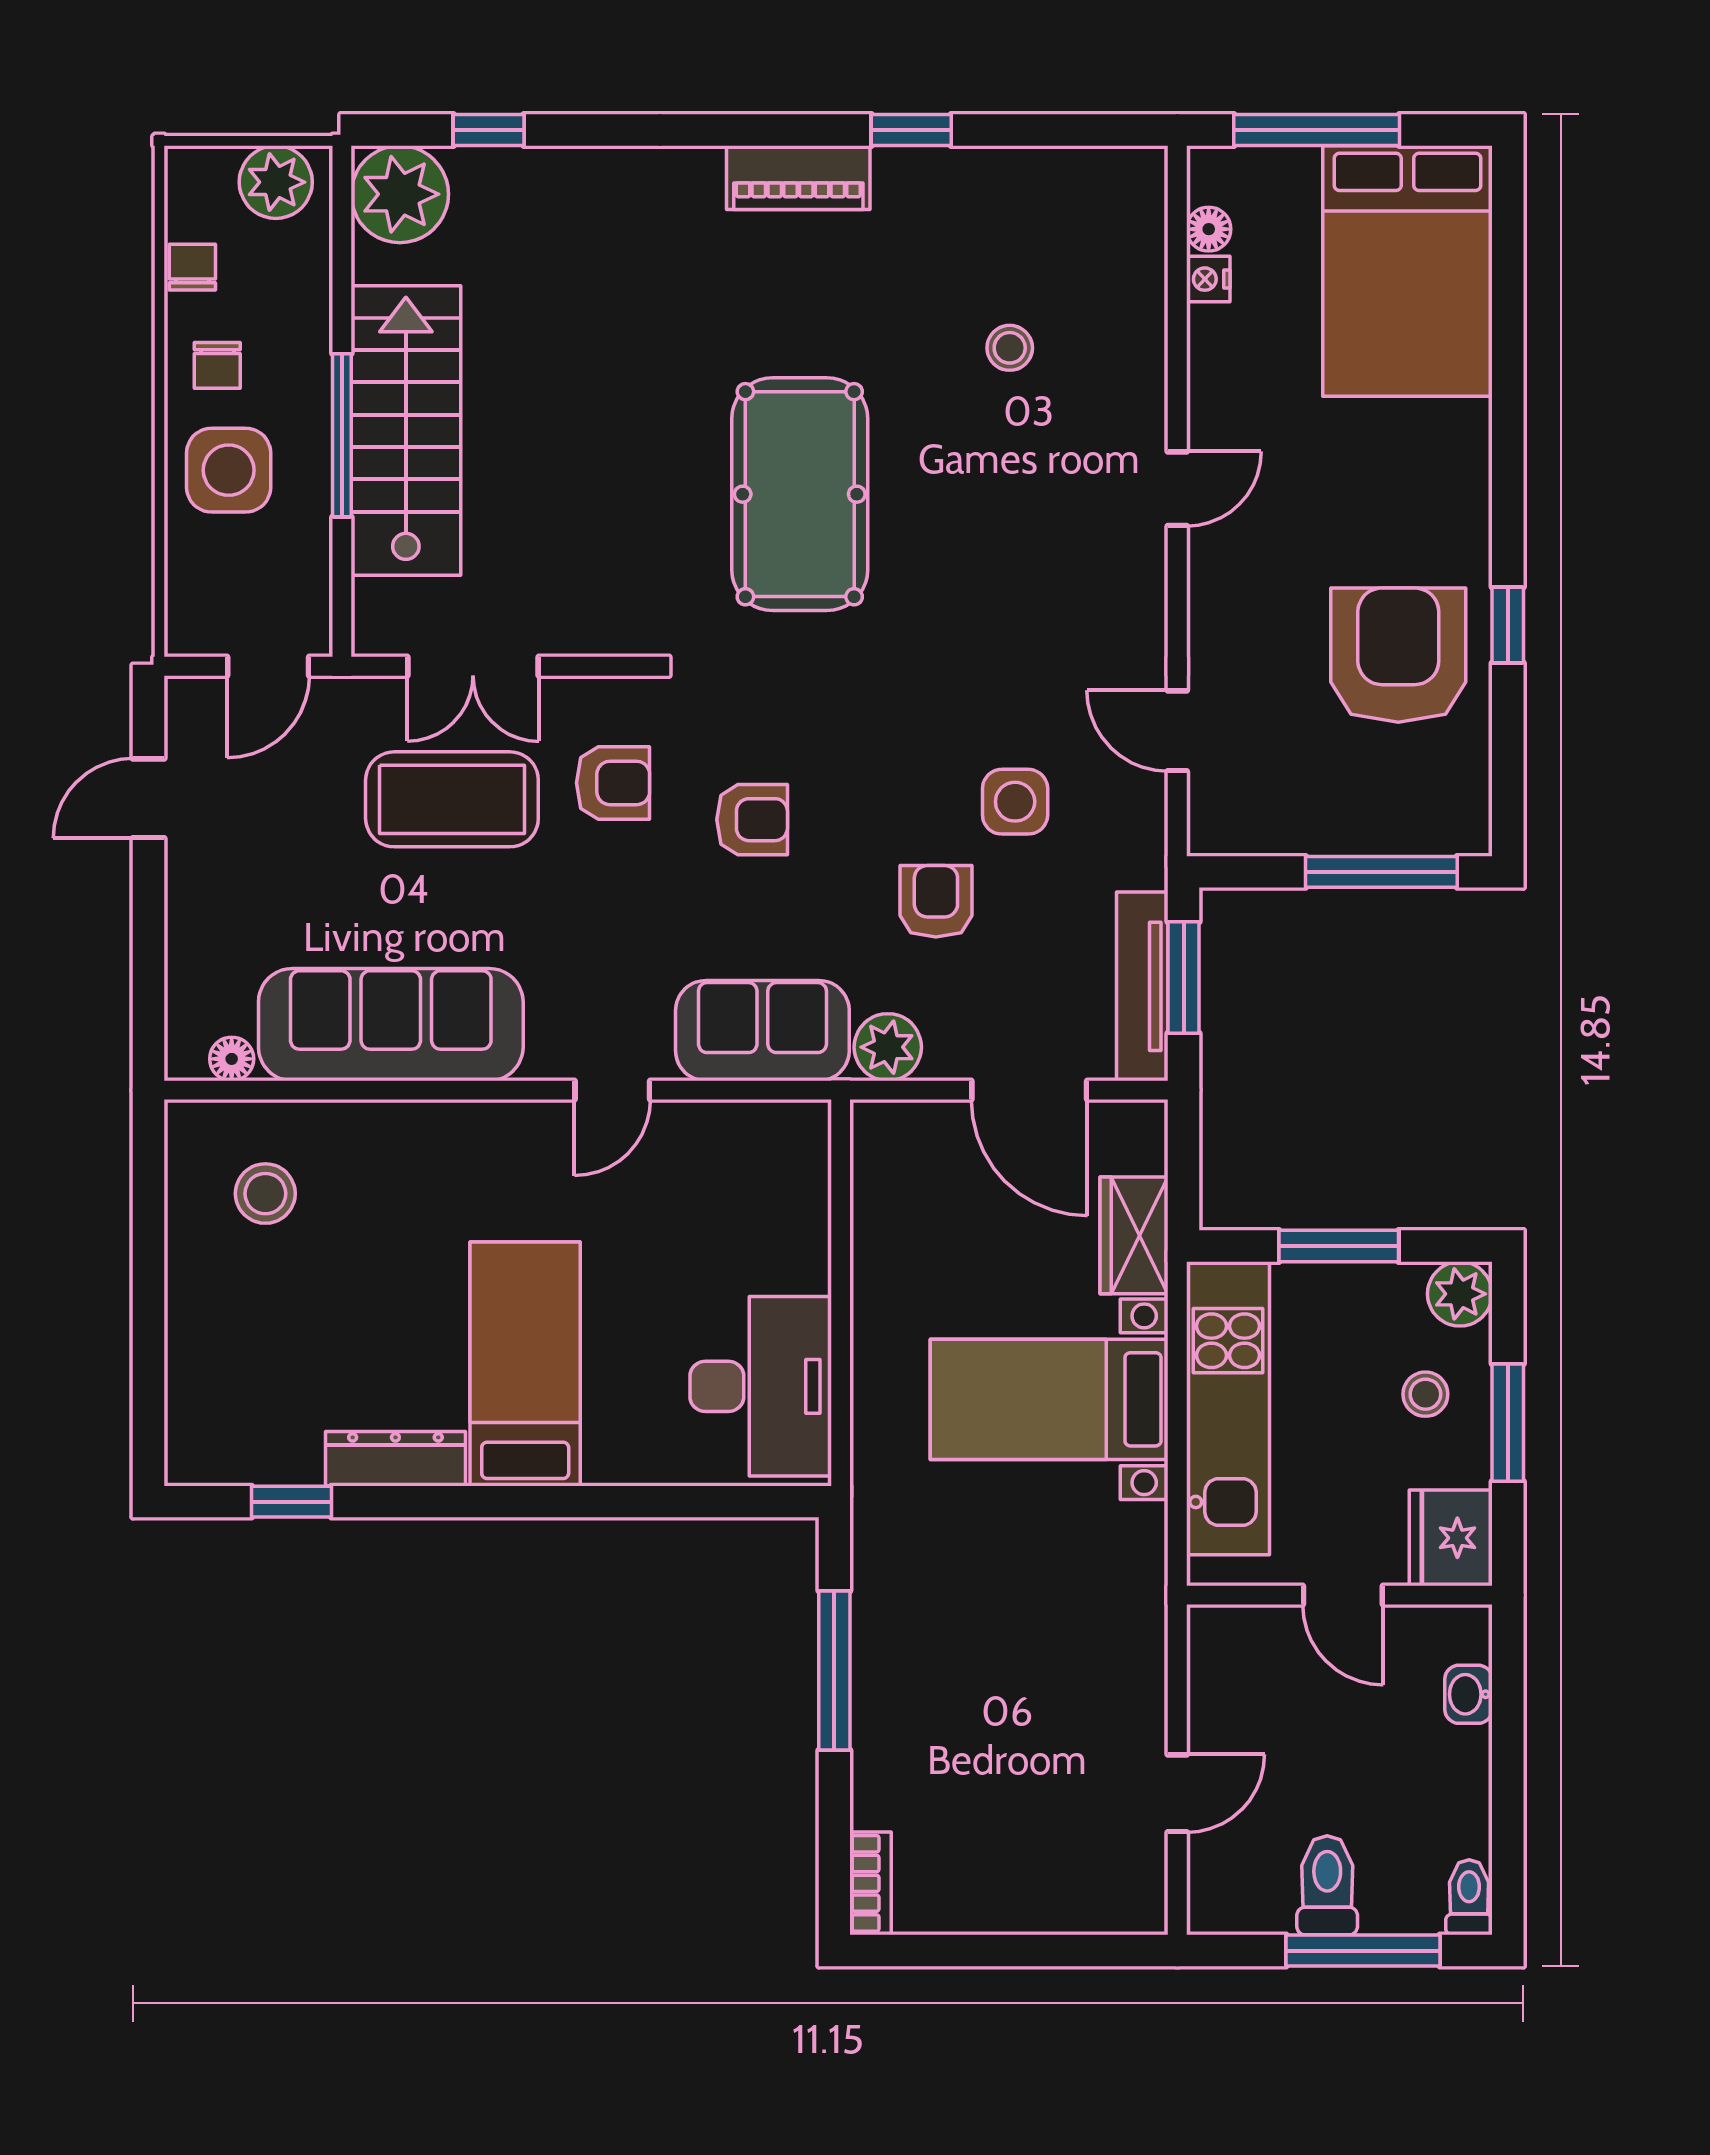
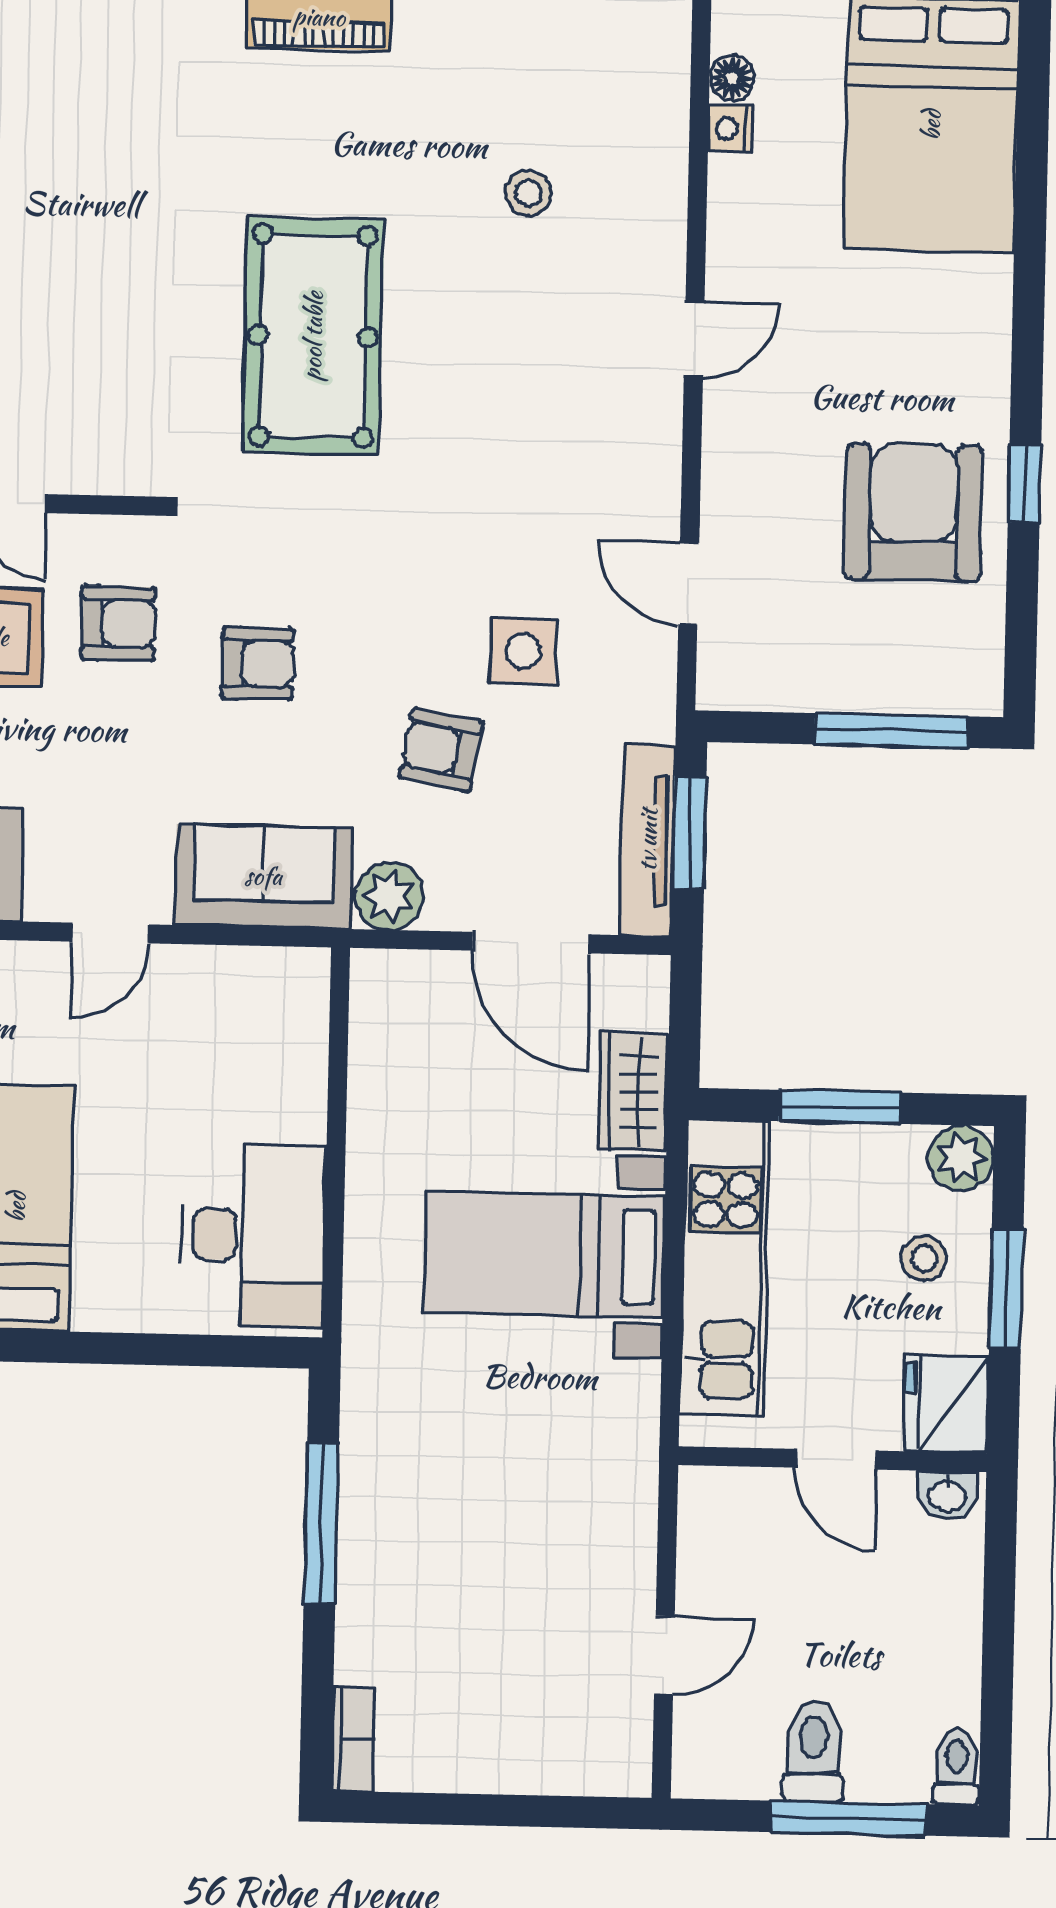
armchair: (936, 901) -> (441, 750), turned -80
washbasin: (1469, 1694) -> (947, 1495), moved, turned -90

